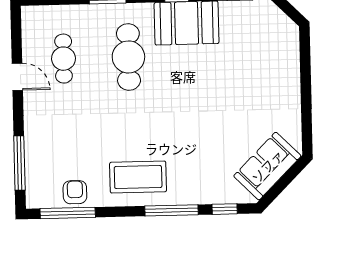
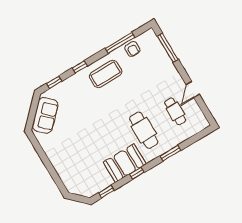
door: (17, 77) -> (193, 90), hinge flipped
window: (172, 210) -> (80, 67), width x0.46
window: (68, 213) -> (120, 43), moved

